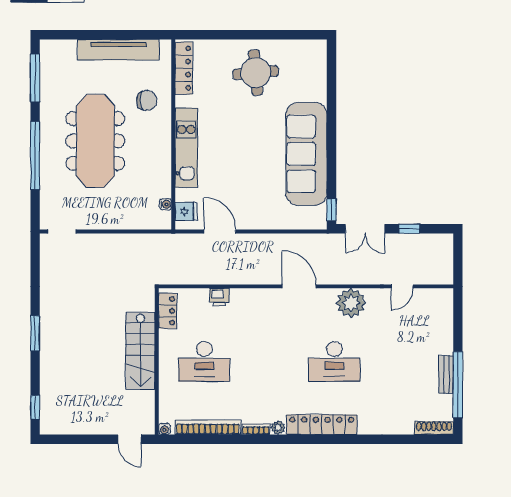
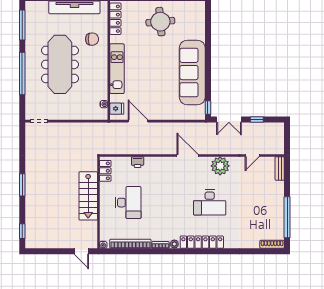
desk: (204, 361) -> (128, 203), turned -90
bench: (446, 375) -> (280, 169), moved

